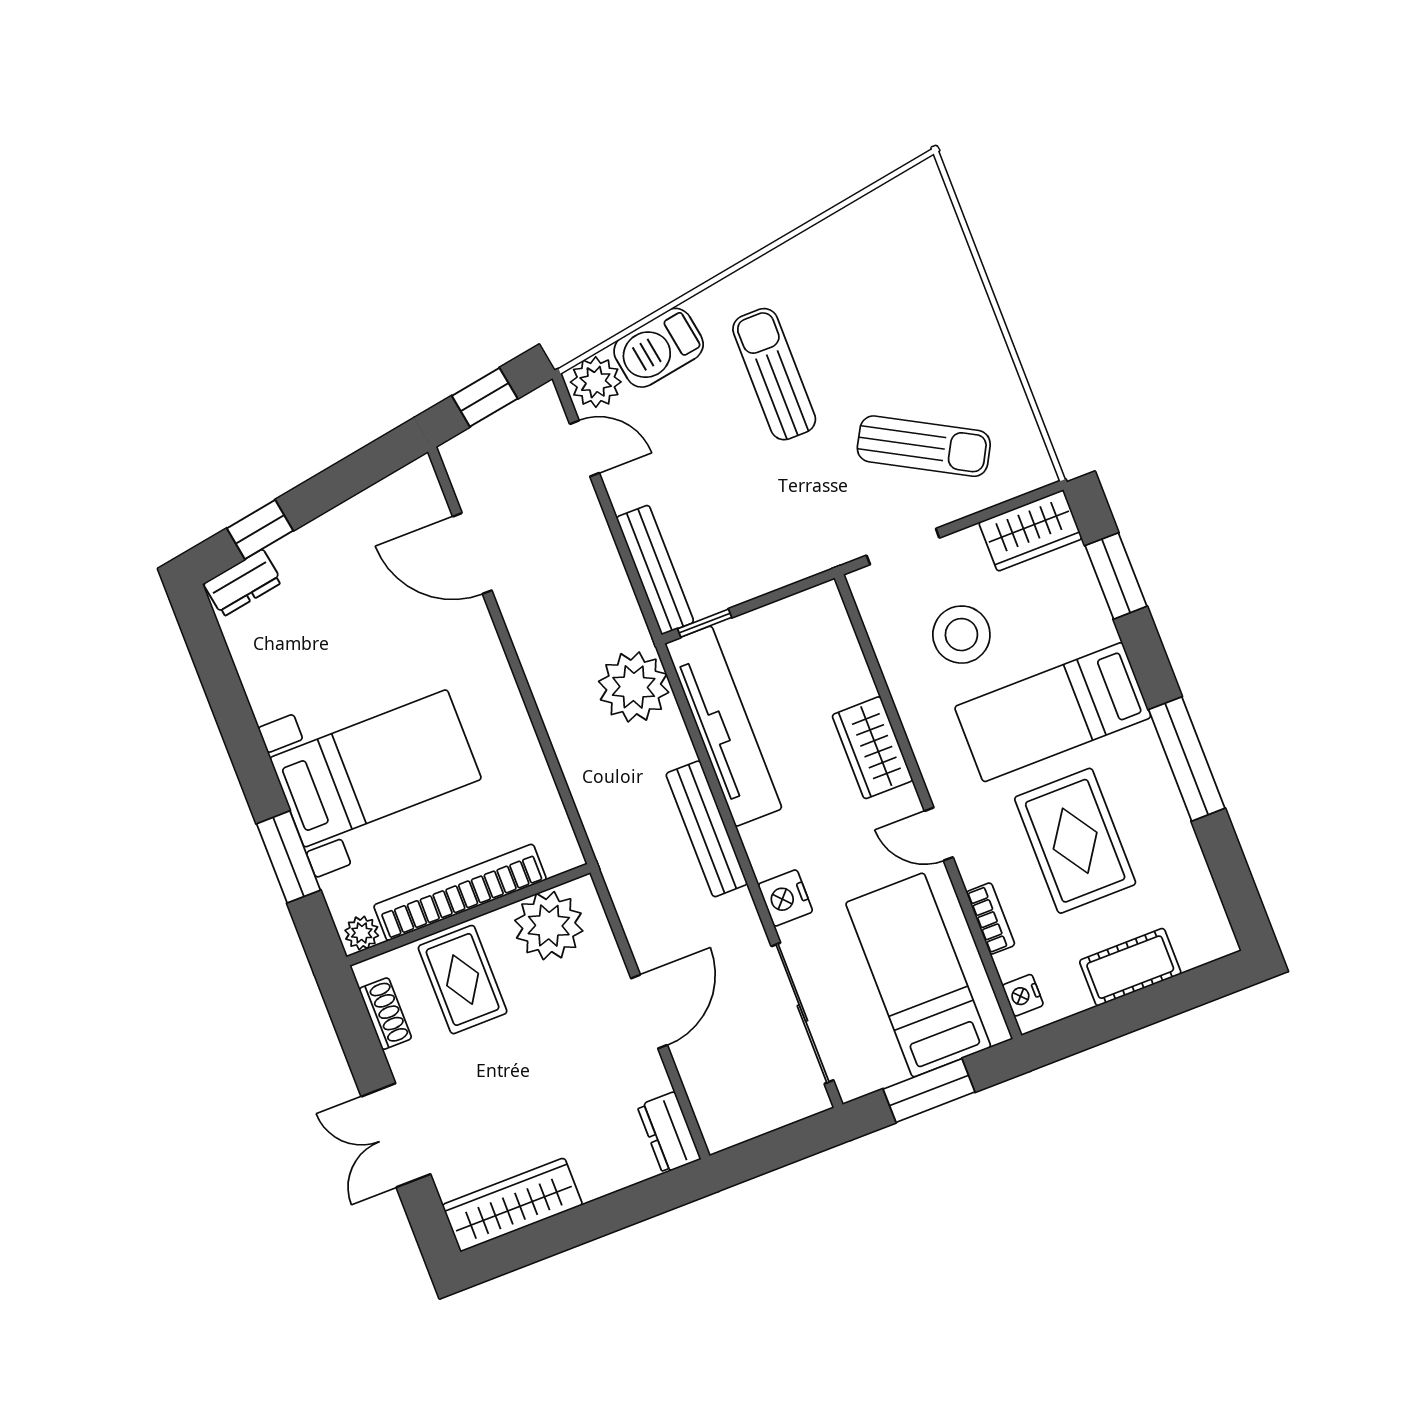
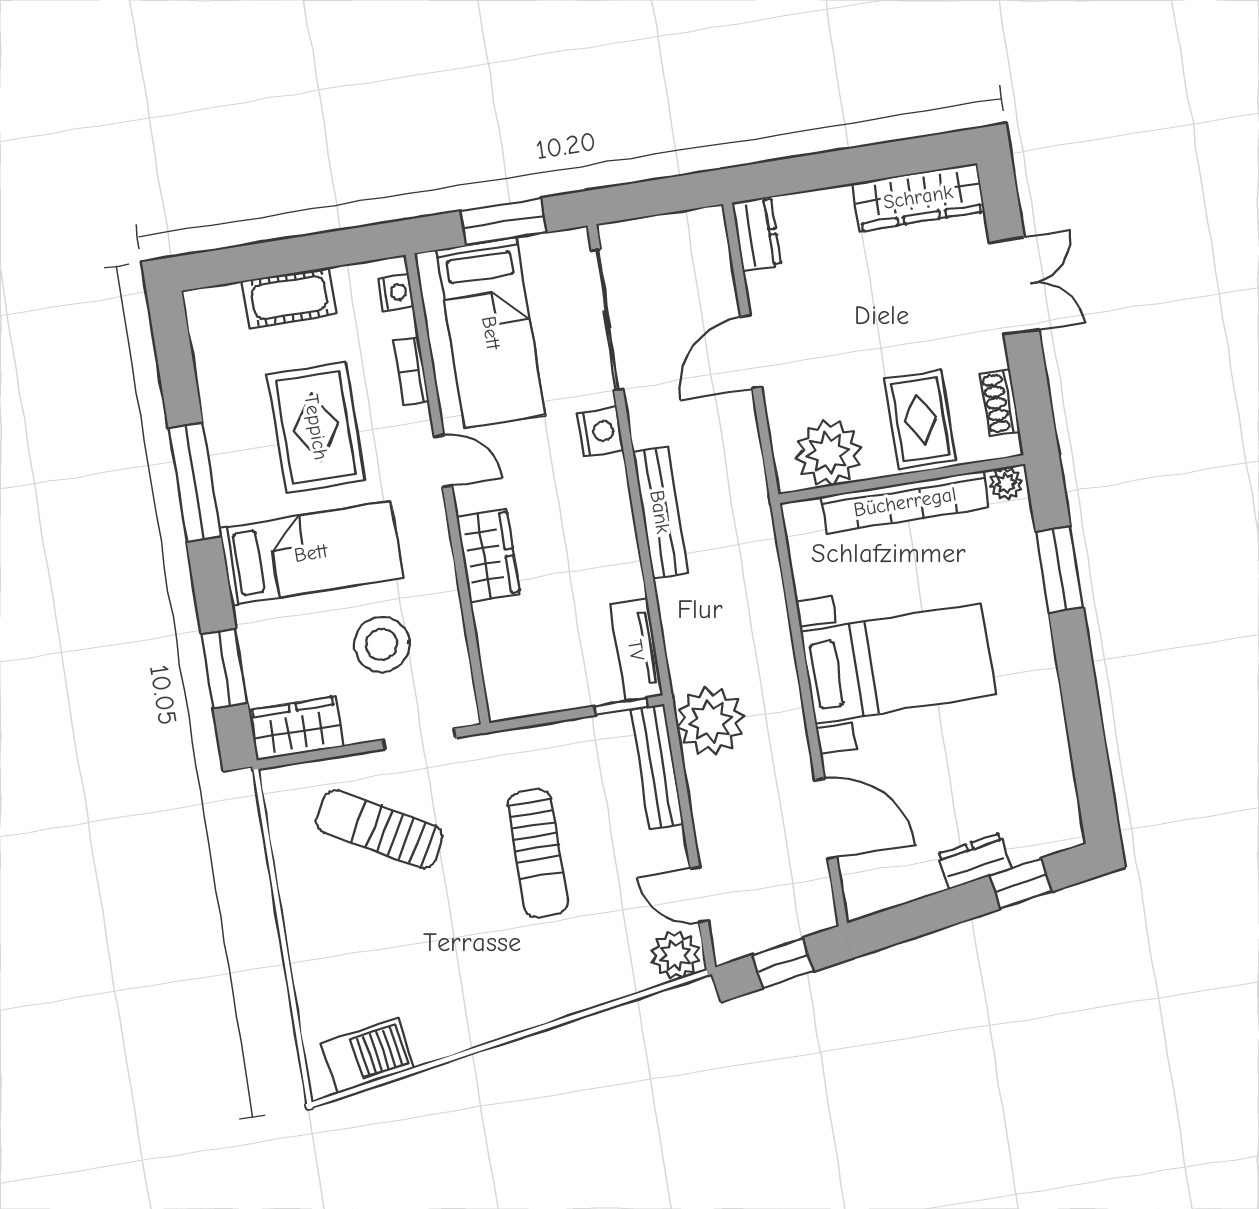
barbecue: (659, 348) -> (368, 1056), moved
sun lounger: (774, 374) -> (538, 853), moved
dresser: (243, 583) -> (974, 861), moved
plant: (634, 687) -> (710, 721), moved
tv unit: (723, 726) -> (636, 650), width x0.52, depth x0.78
bed with nightstands: (376, 768) -> (898, 663), moved, turned 180

